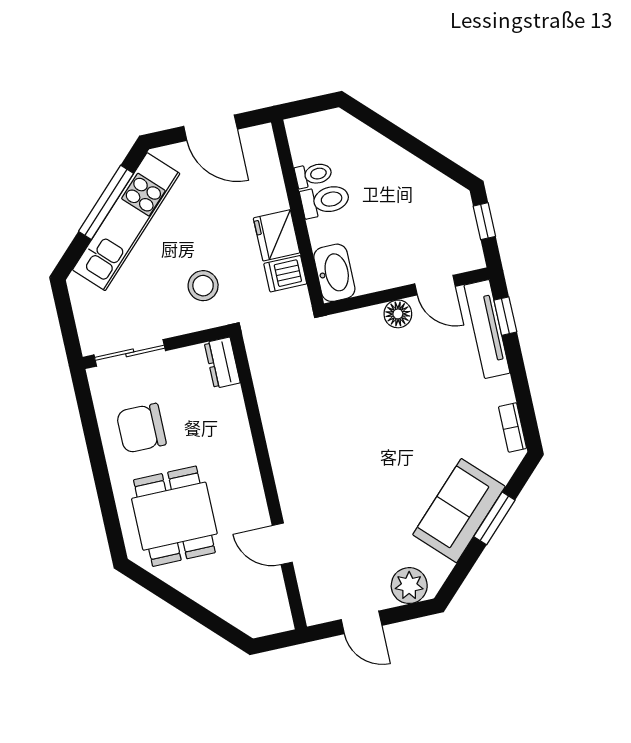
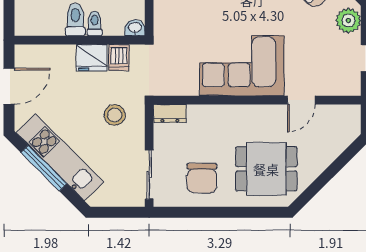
toilet: (314, 175) -> (95, 24), moved
washbasin: (334, 273) -> (135, 28), width x0.52, depth x0.69
corner sofa: (312, 449) -> (242, 66), added

